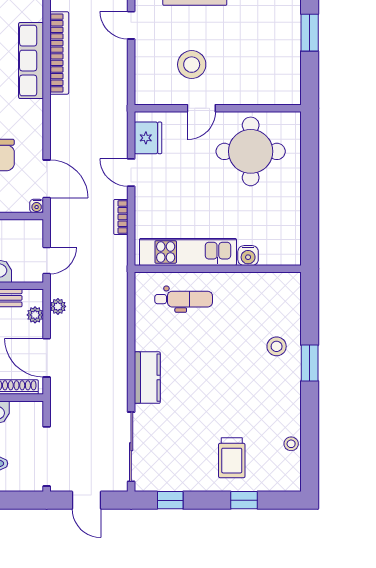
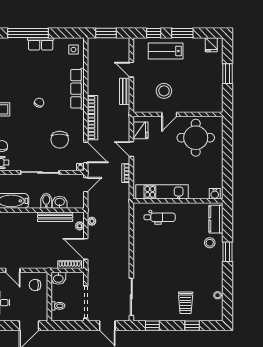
bookcase: (59, 53) -> (93, 118), moved
bench: (119, 66) -> (125, 91), added
water cooler: (248, 256) -> (215, 194), moved
door: (47, 260) -> (86, 185), moved
kitchen counter: (147, 378) -> (216, 219), moved, turned 180

